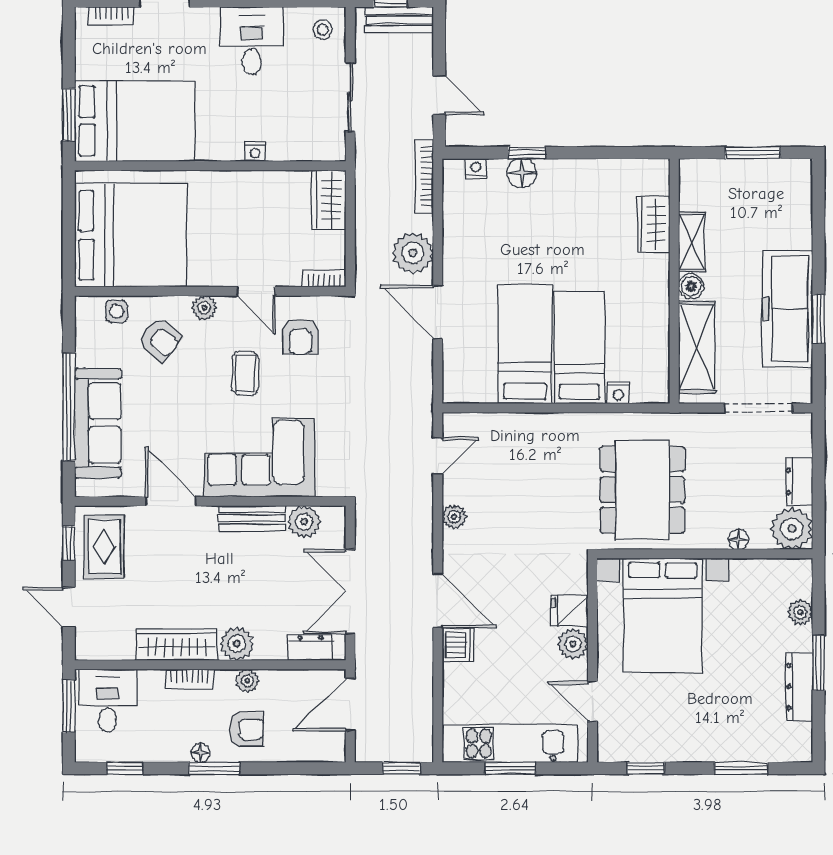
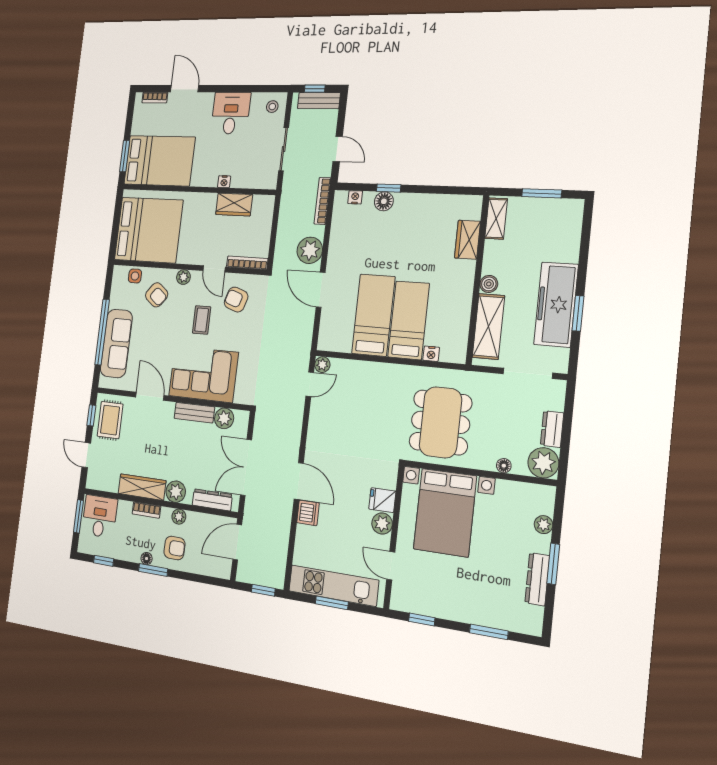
wardrobe: (329, 200) -> (234, 204), moved, turned -90
shelving: (692, 242) -> (496, 219), moved
bookcase: (324, 278) -> (247, 263), width x1.56
armchair: (300, 337) -> (236, 299), turned 108
plant: (454, 517) -> (322, 365), moved
dresser: (310, 648) -> (212, 500), width x1.44

